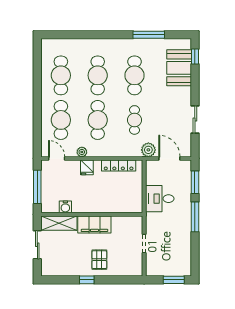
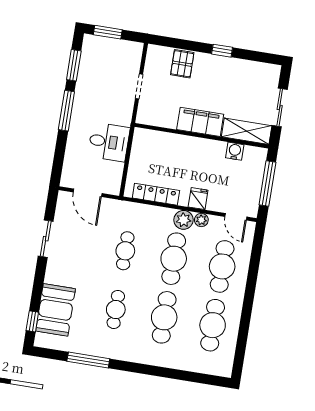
cafe table: (134, 75) -> (116, 310), width x0.73, depth x0.74
plant: (148, 150) -> (184, 220), moved
window: (195, 182) -> (74, 65), moved
pallet: (99, 260) -> (182, 64), moved

